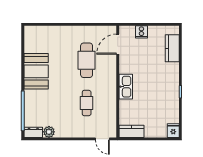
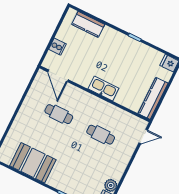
cafe table: (87, 60) -> (59, 114), width x0.73, depth x0.74
booth: (36, 71) -> (33, 163), moved
kitchen counter: (131, 131) -> (153, 98), width x1.50

